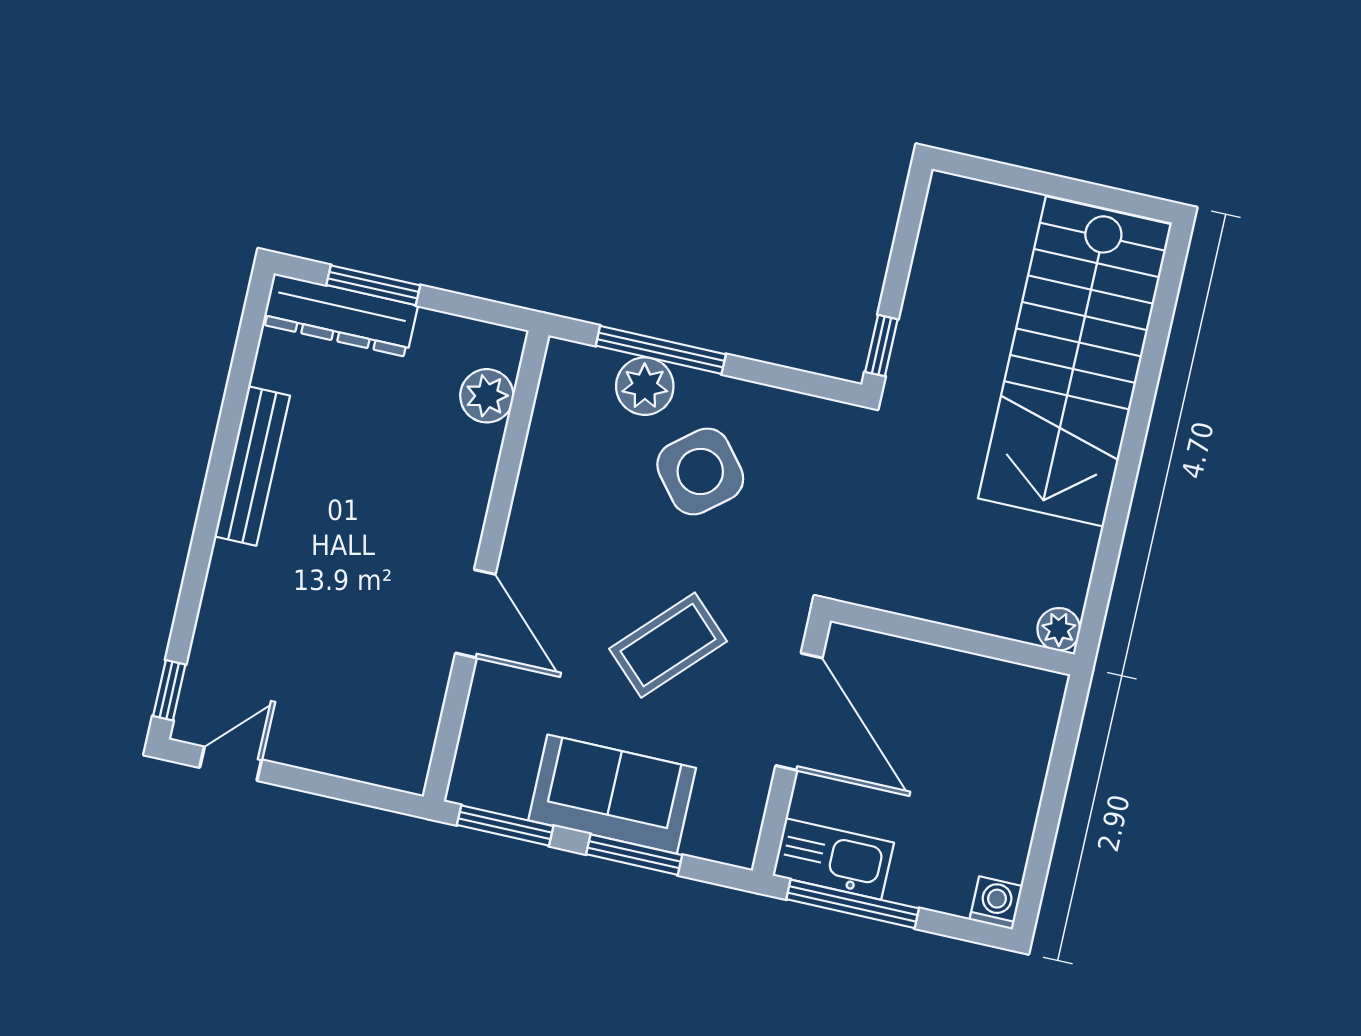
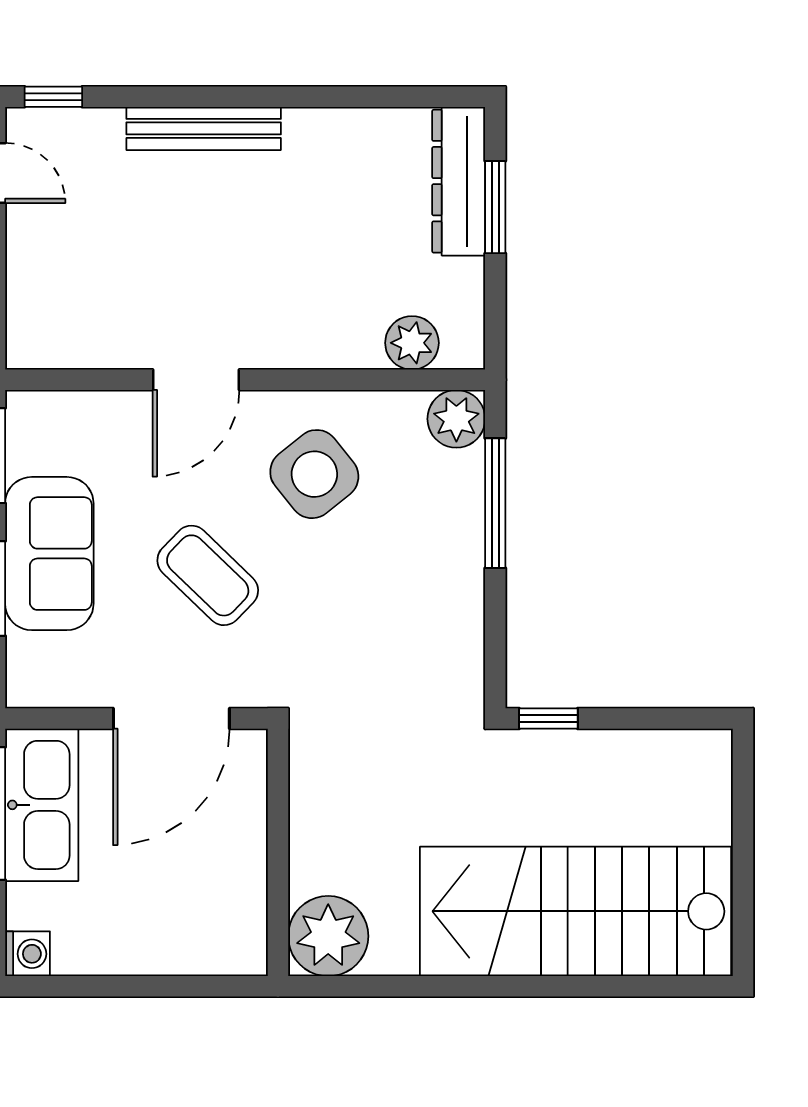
plant: (645, 386) -> (456, 419), moved
bench: (252, 466) -> (204, 128), moved
side table: (700, 471) -> (314, 474), moved
plant: (1059, 629) -> (328, 936), width x1.87, depth x1.87
kitchen sink: (833, 859) -> (42, 805), width x1.36, depth x1.24

